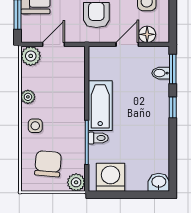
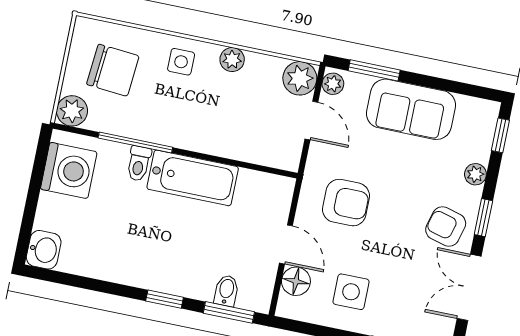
plant: (30, 36) -> (333, 84), added

